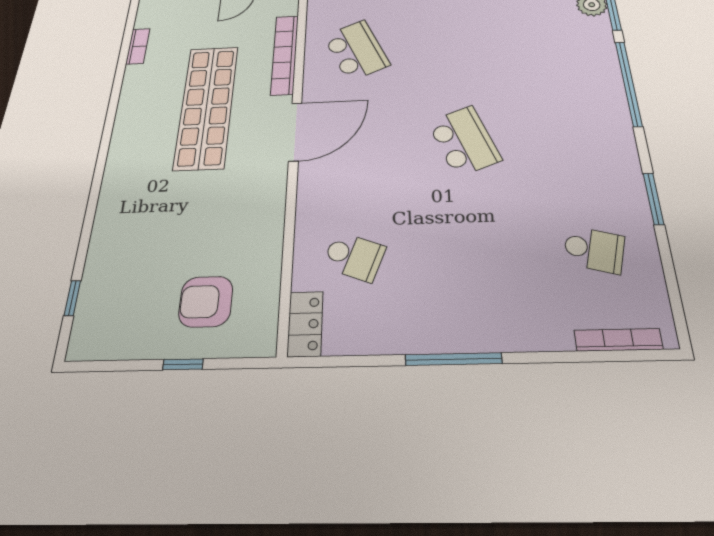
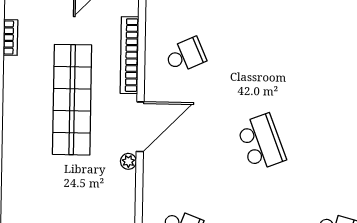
school desk: (356, 50) -> (185, 55), width x0.54
plant: (277, 174) -> (128, 161), added

